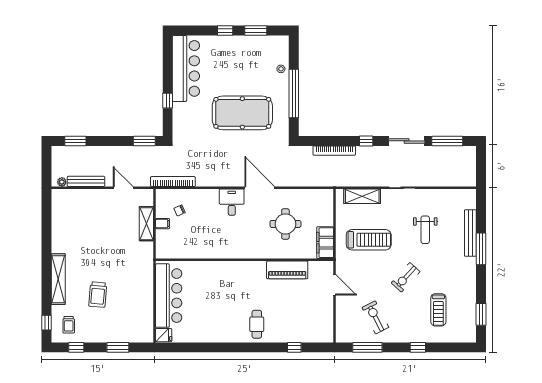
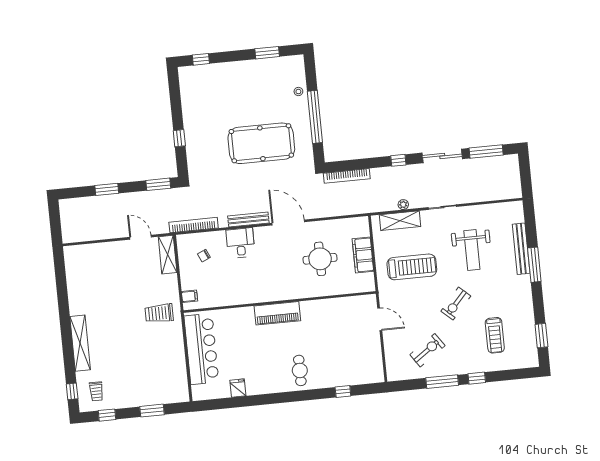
window: (225, 31) -> (201, 59), moved
bar counter: (186, 68) -> (196, 101), removed
window: (75, 141) -> (107, 189), moved
bookcase: (334, 151) -> (347, 176), moved
bench: (86, 181) -> (248, 219), moved
plant: (62, 182) -> (403, 205), moved
desk: (232, 202) -> (240, 243), moved
shelving: (146, 224) -> (168, 255), moved
filing cabinet: (163, 224) -> (189, 296), moved
weight bench: (425, 230) -> (472, 250), width x1.36, depth x1.33
filing cabinet: (325, 243) -> (363, 255), moved
piano: (287, 270) -> (277, 313), moved
trolley: (98, 295) -> (159, 313), moved, turned 85
exercise bike: (375, 317) -> (427, 350), turned 82
fridge: (164, 335) -> (238, 388), moved, turned -90
window: (367, 347) -> (442, 382), moved

